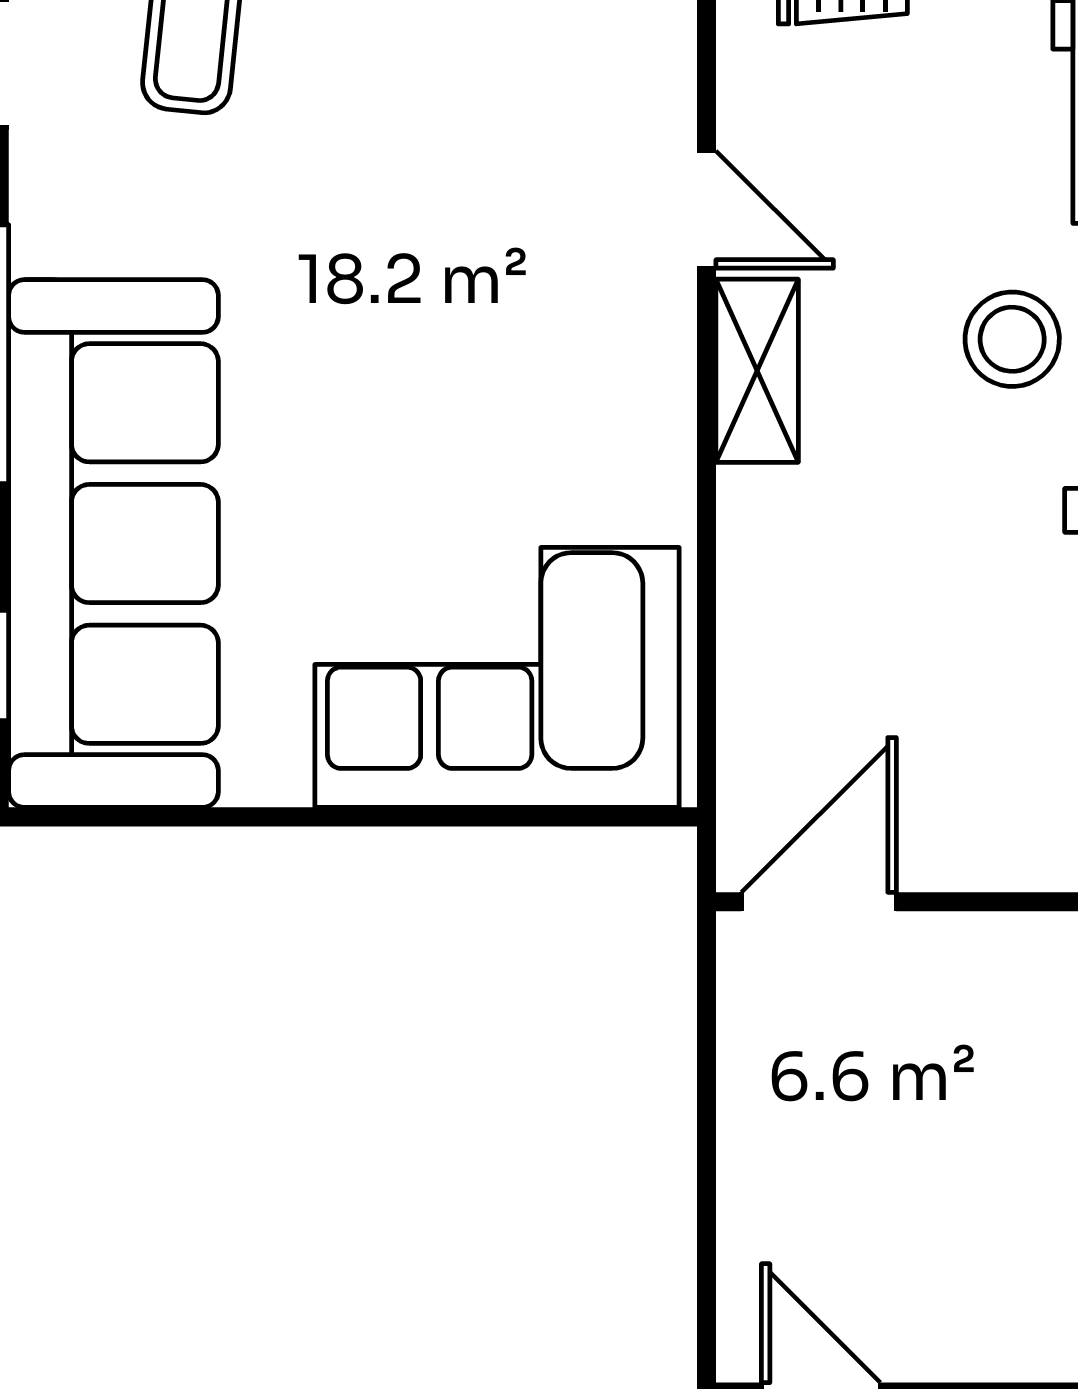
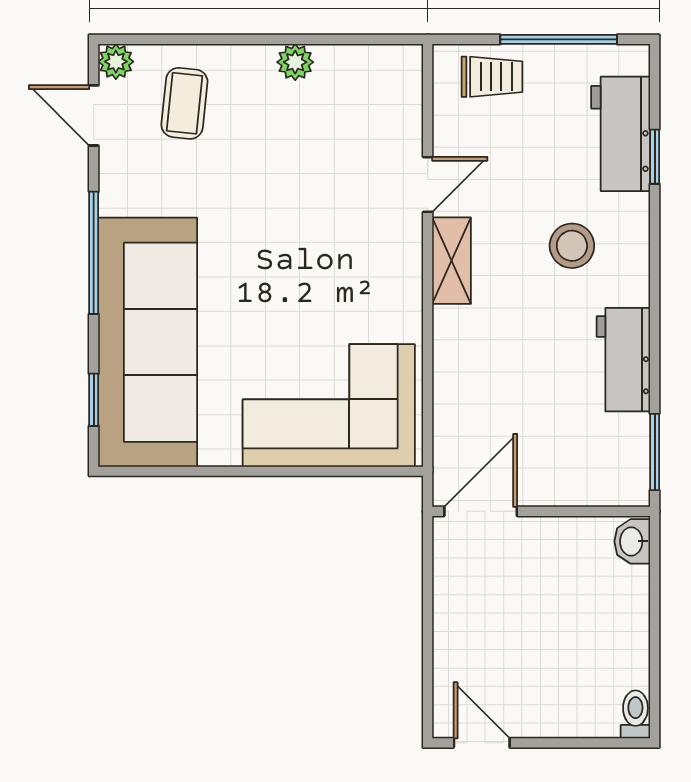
door: (706, 210) -> (428, 185), hinge flipped

